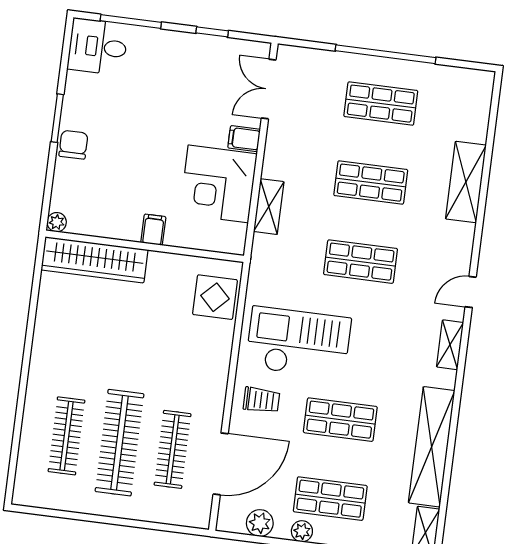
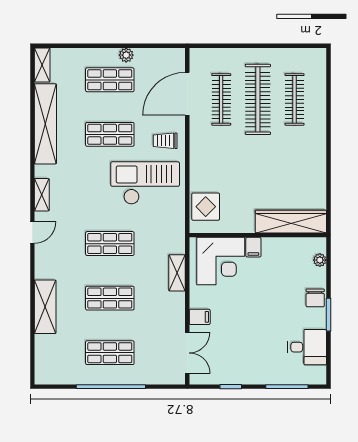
desk: (98, 47) -> (307, 347), moved
corner desk: (218, 184) -> (221, 261), moved, turned 90
plant: (57, 222) -> (320, 260), moved
checkout: (298, 343) -> (145, 183), turned 180
plant: (260, 523) -> (156, 57), removed

